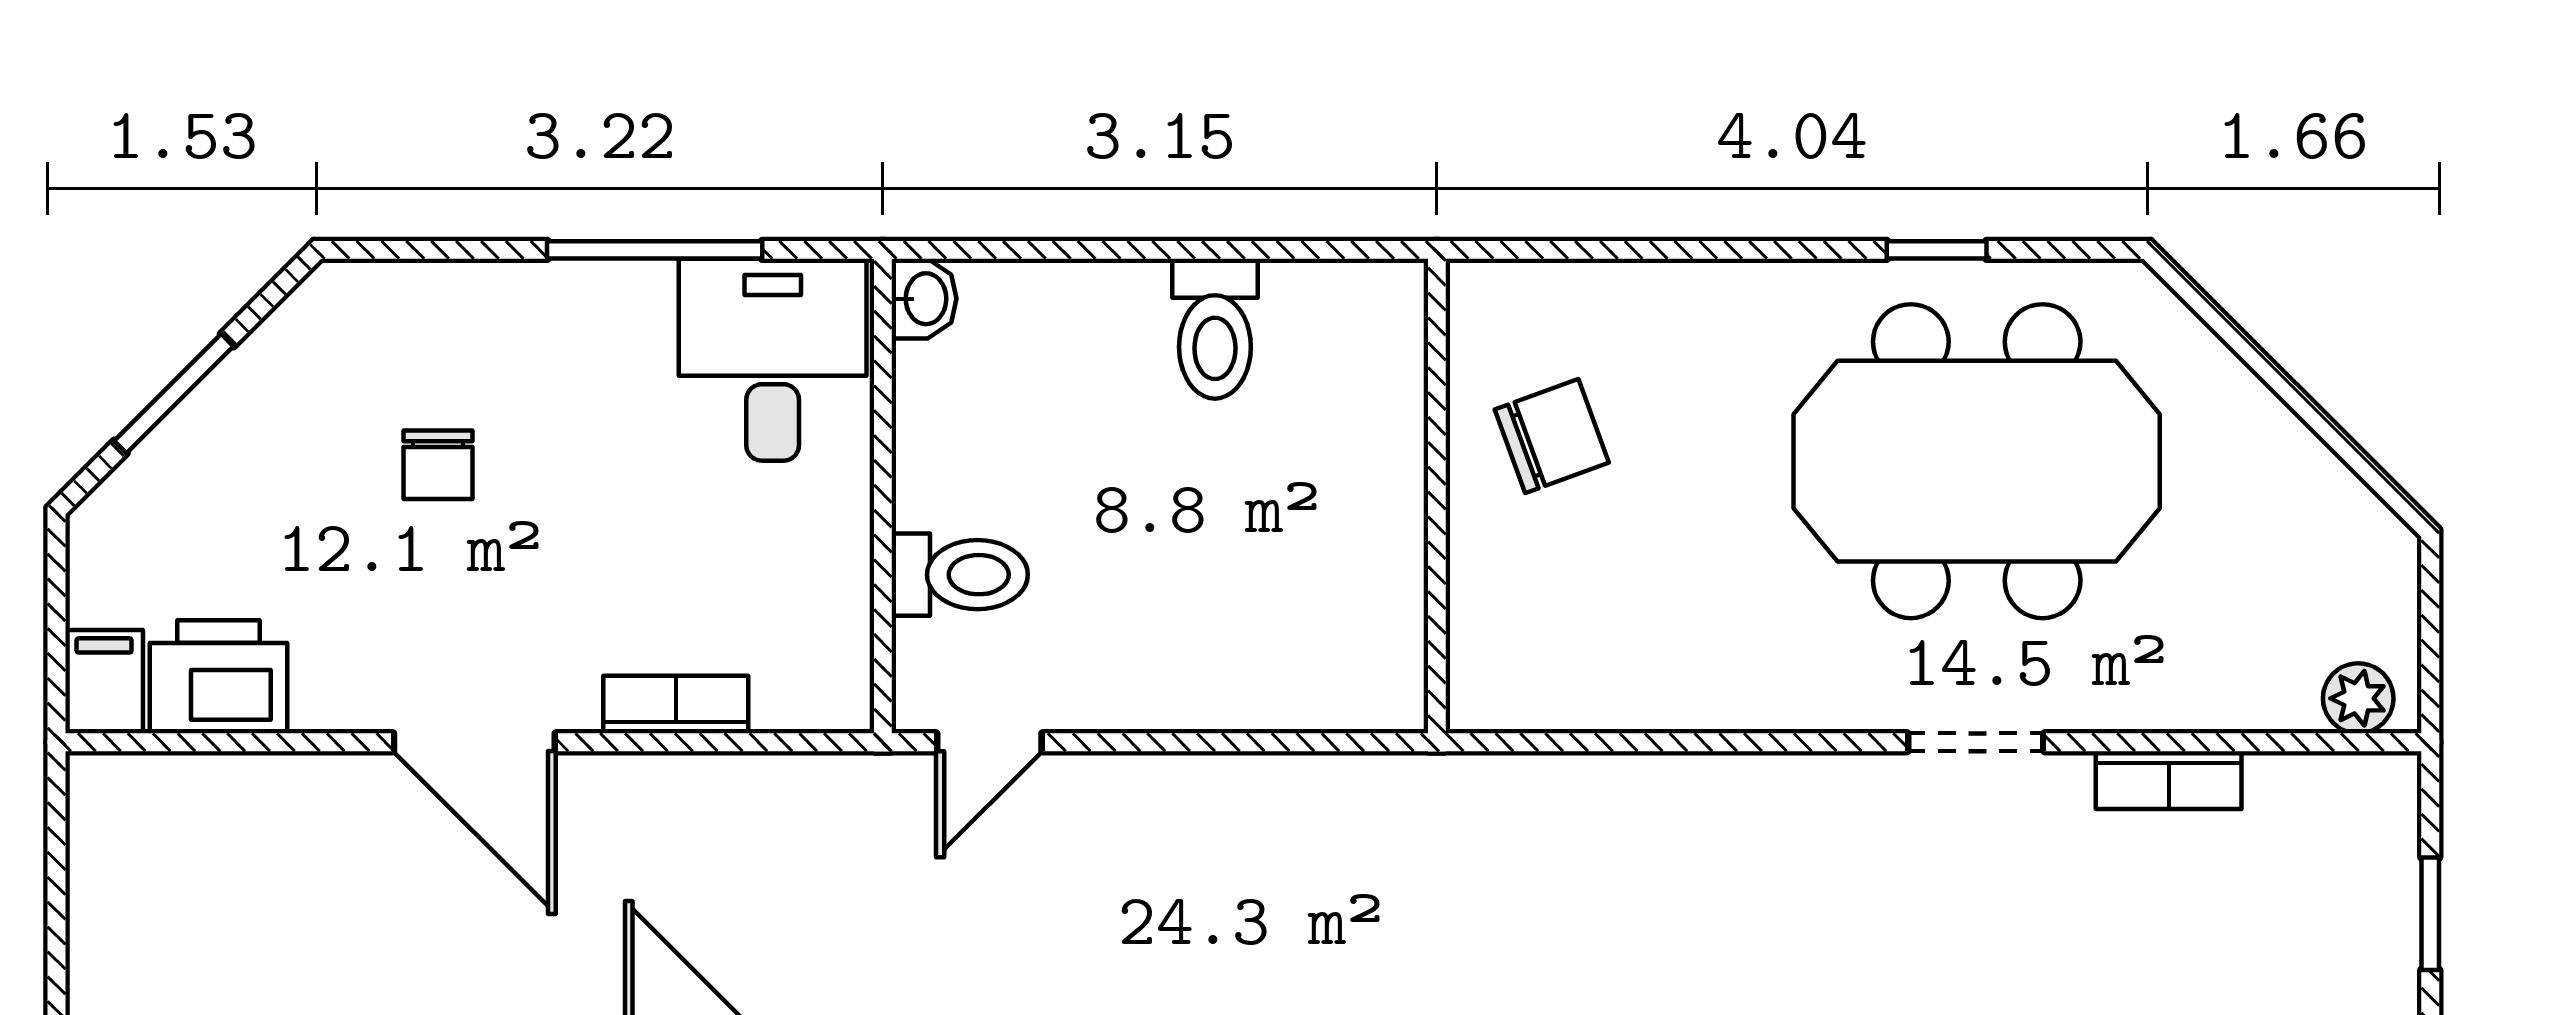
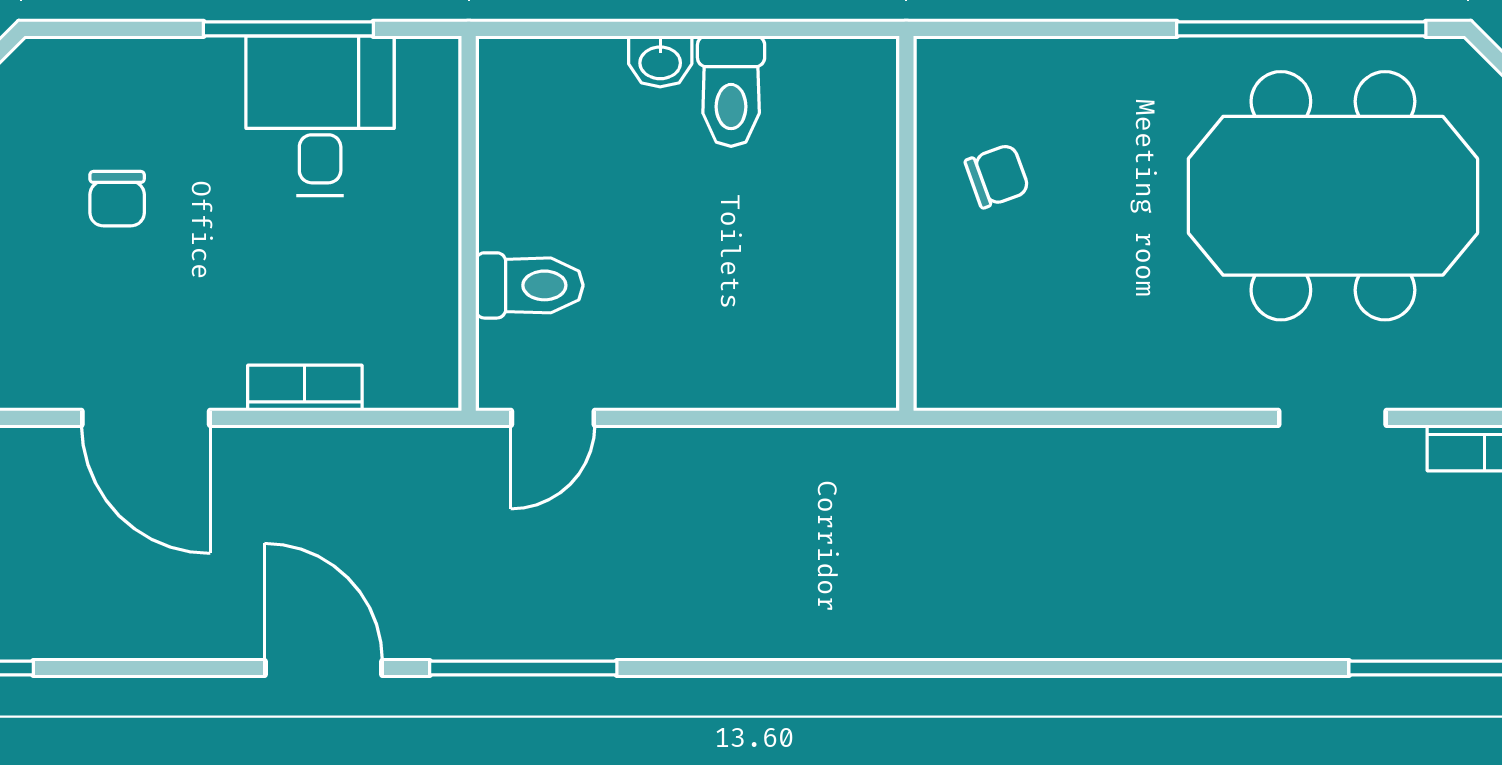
window: (1937, 250) -> (1301, 29), width x3.17
washbasin: (924, 299) -> (660, 61), moved, turned 90
desk: (773, 360) -> (320, 116), moved
chair: (1552, 436) -> (997, 176), width x0.73, depth x0.73

